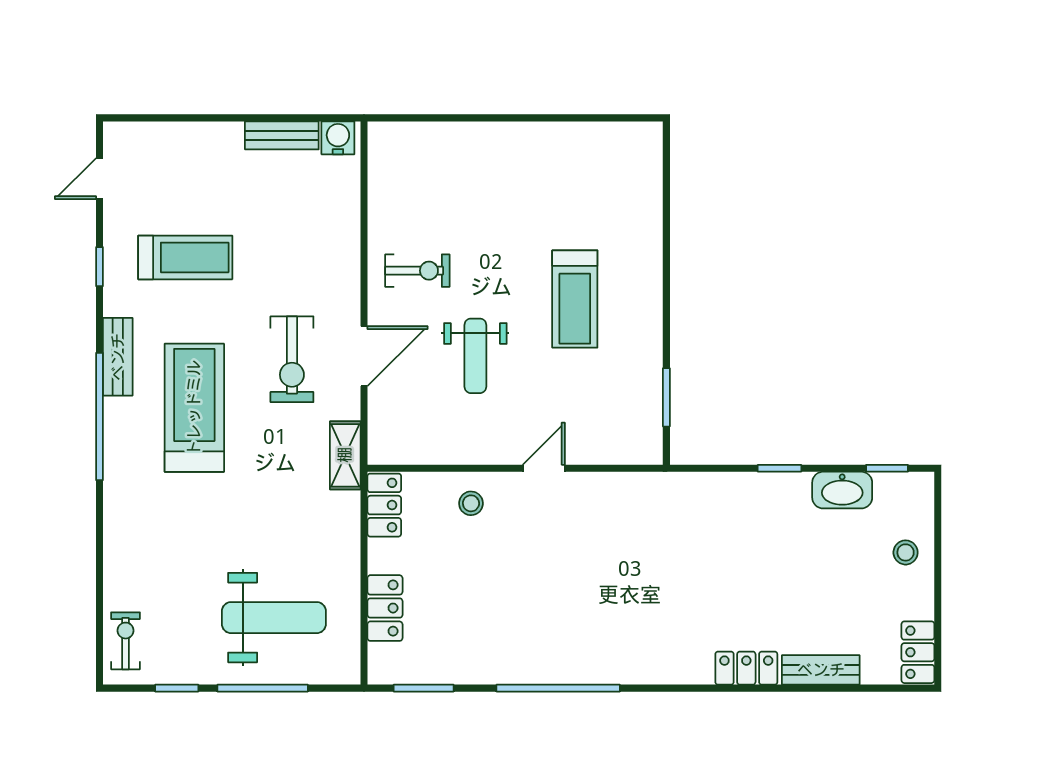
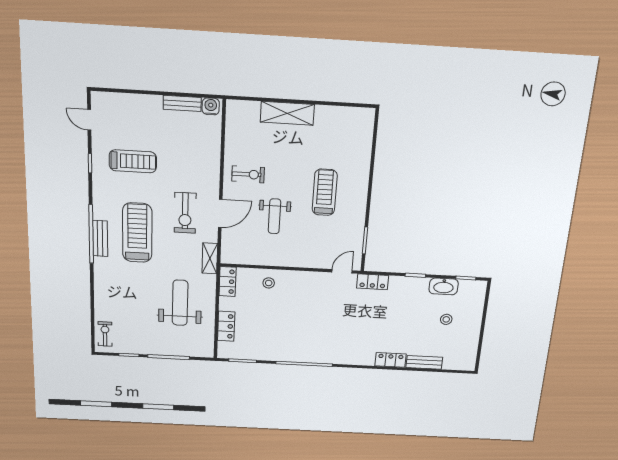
shelving: (489, 142) -> (287, 113), added
door: (99, 179) -> (89, 120), hinge flipped
treadmill: (575, 299) -> (325, 192), turned 180
bench: (118, 357) -> (100, 238), moved
door: (544, 468) -> (342, 271), moved
stool: (906, 552) -> (446, 319), moved
weight bench: (274, 618) -> (180, 303), moved, turned -90
locker: (918, 652) -> (373, 282), moved, turned -90

